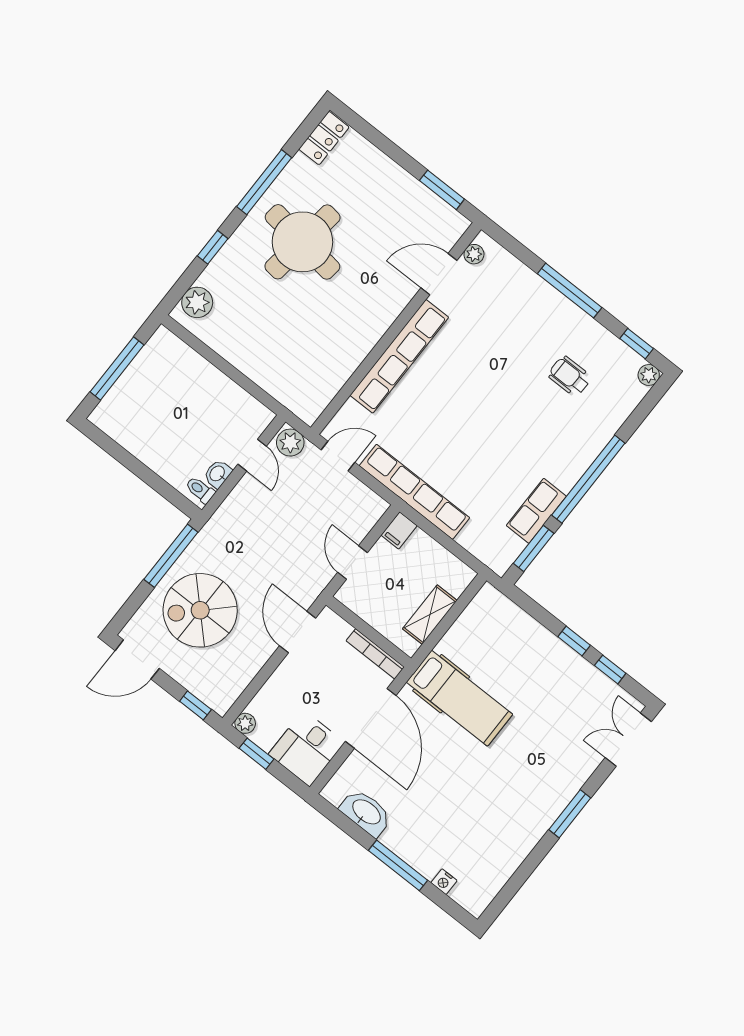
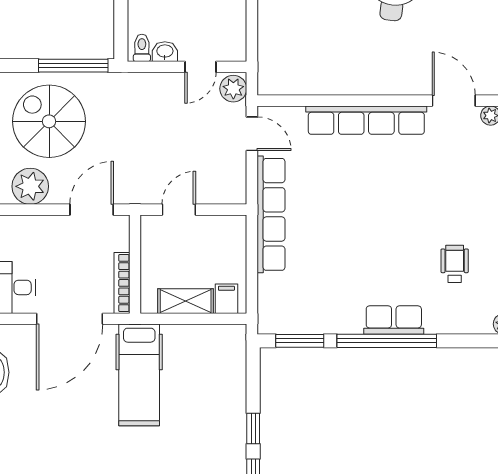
row of seats: (536, 511) -> (394, 320), moved
filing cabinet: (399, 530) -> (226, 299), moved, turned 90
plant: (240, 666) -> (30, 186), added

